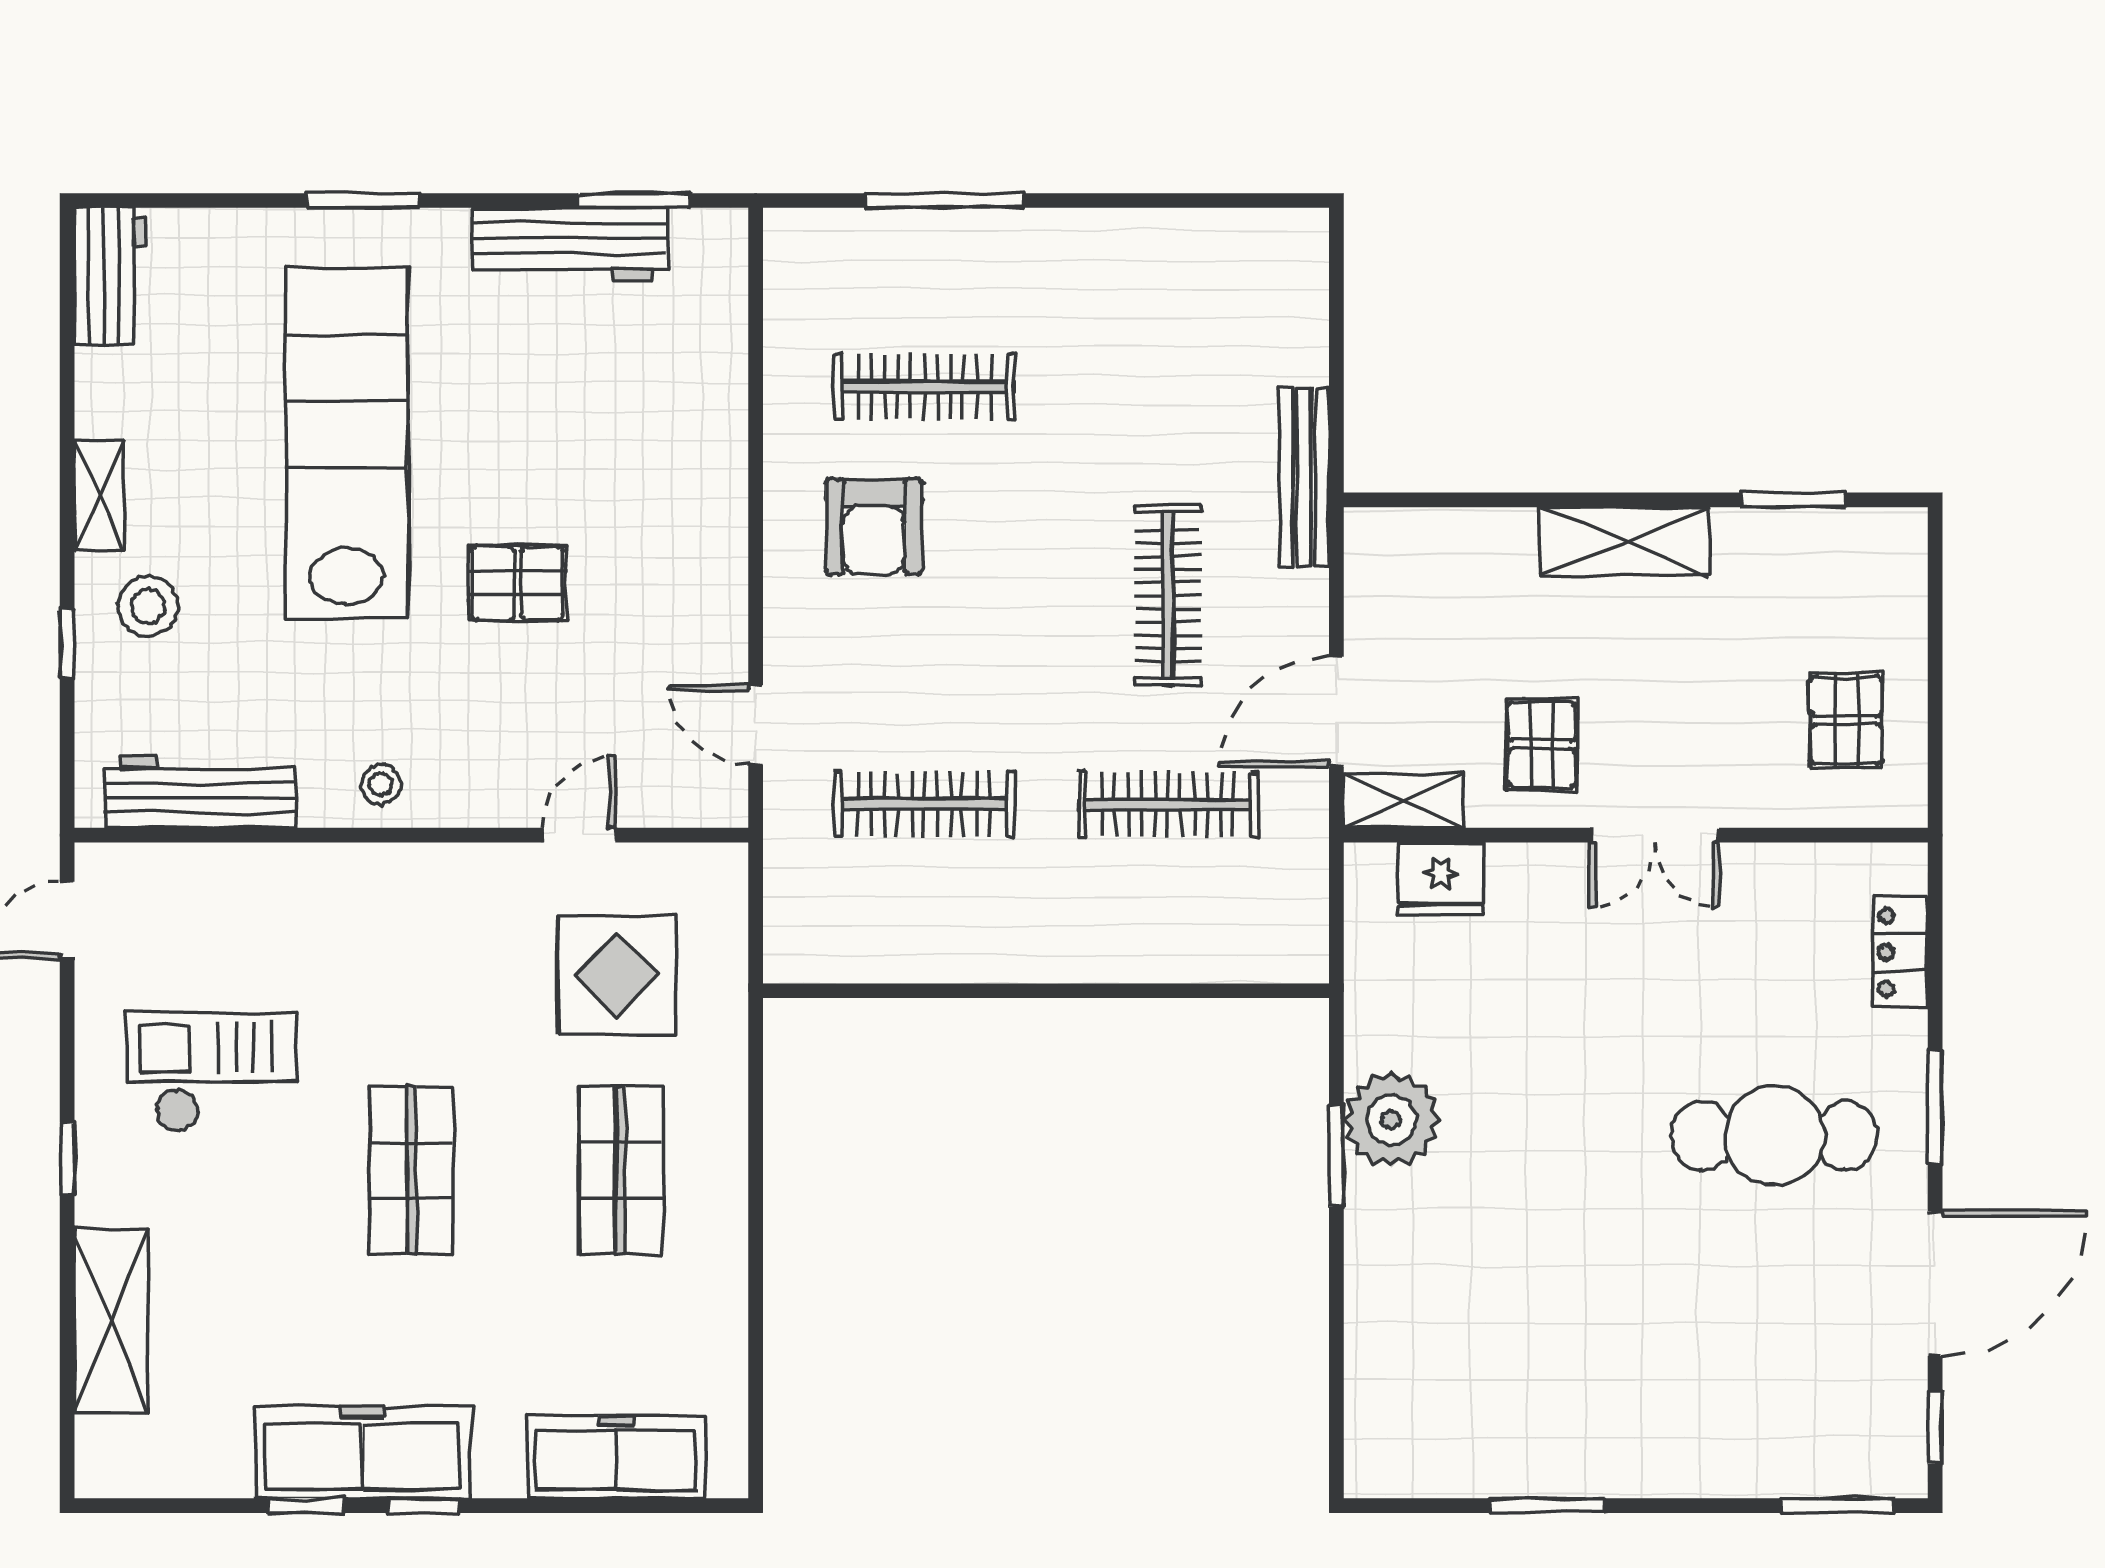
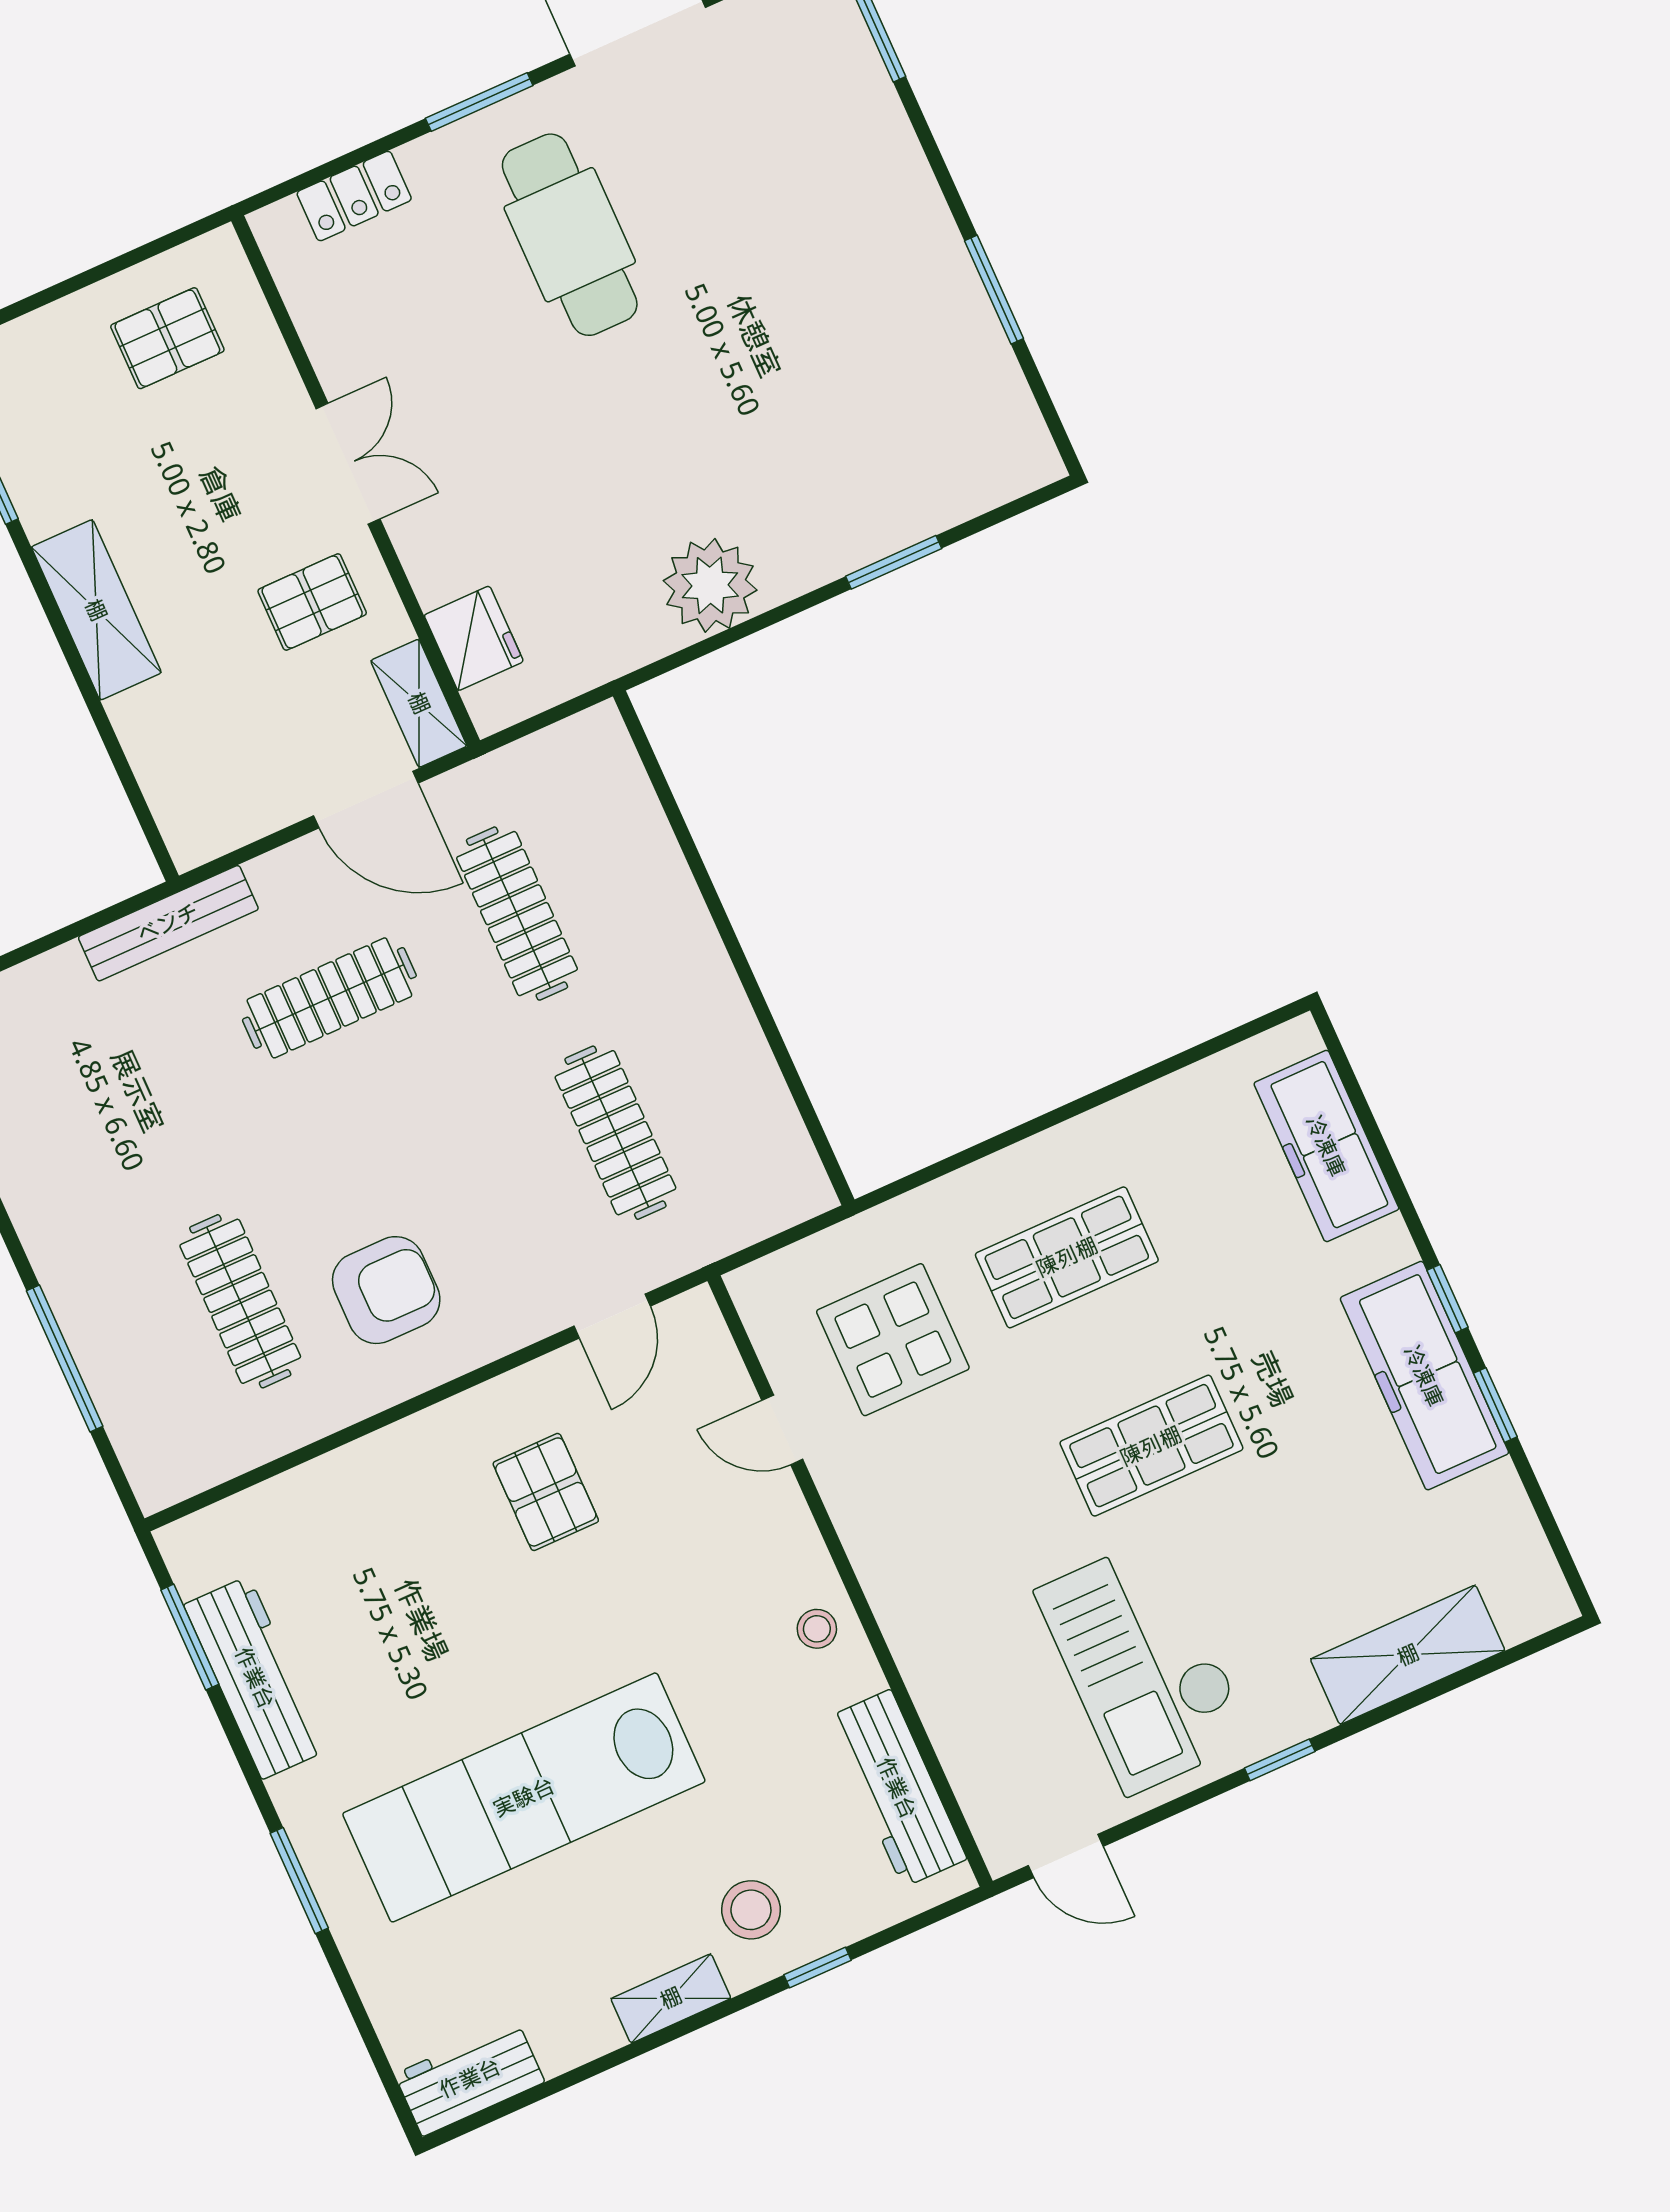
pallet: (517, 583) -> (546, 1492), moved
checkout: (211, 1072) -> (1144, 1665), width x1.36, depth x1.21
window: (1336, 1156) -> (894, 562), moved

